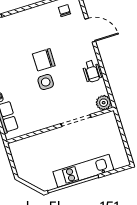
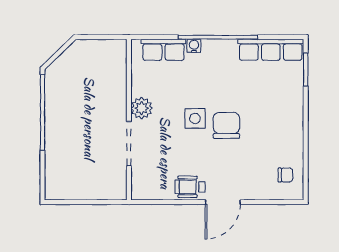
door: (90, 30) -> (223, 202), moved
plant: (104, 103) -> (142, 108), moved
kitchen unit: (83, 171) -> (56, 132), removed

